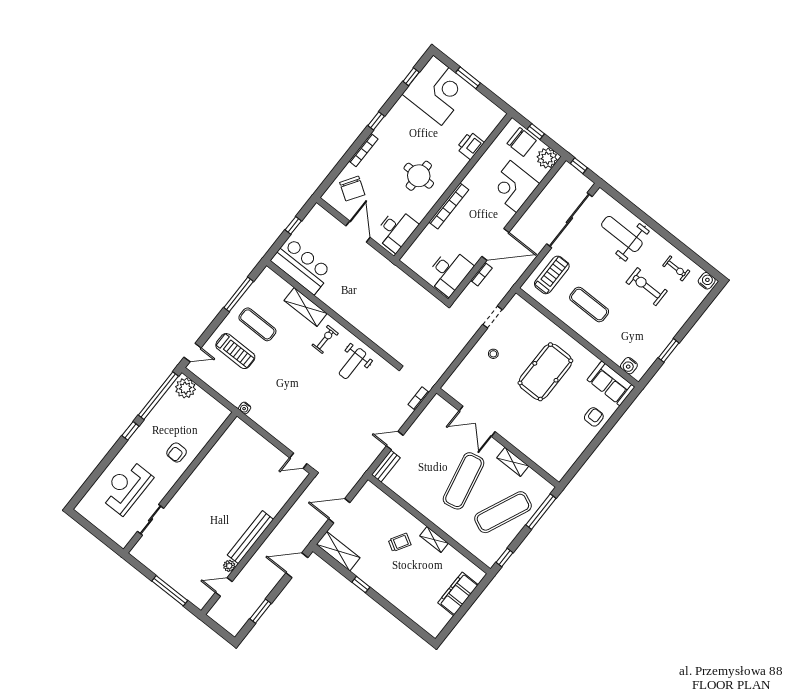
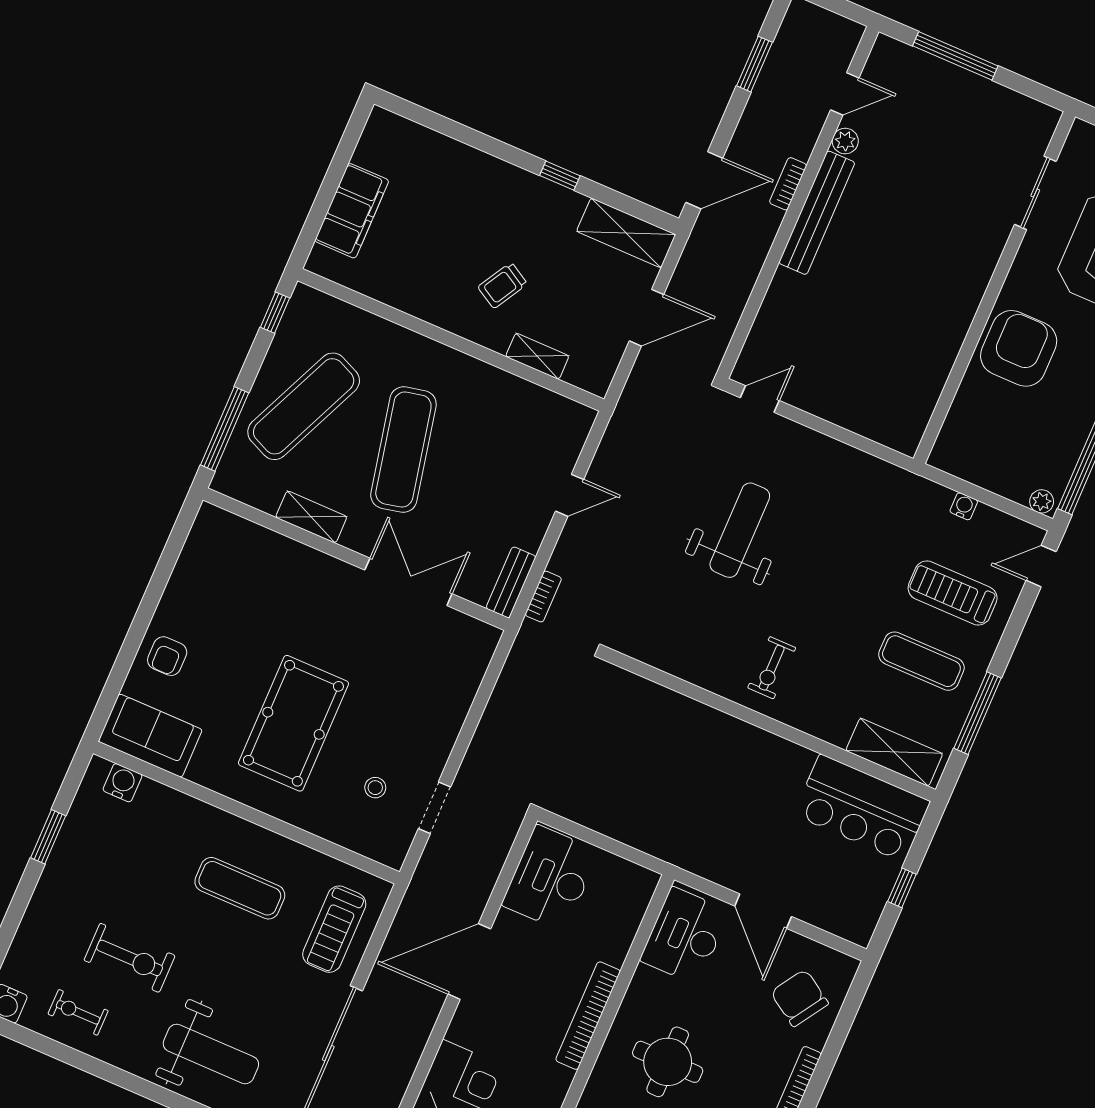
bookcase: (481, 274) -> (788, 184), moved
shelving: (306, 307) -> (894, 752), moved
stool: (493, 354) -> (375, 788), moved
weight bench: (353, 364) -> (740, 530), moved, width x1.36, depth x1.33
plant: (185, 388) -> (1042, 501), width x0.53, depth x0.53
water cooler: (245, 408) -> (964, 506), moved
armchair: (177, 452) -> (1019, 348), width x1.88, depth x1.88
bench: (386, 466) -> (511, 582), moved
shelving: (434, 539) -> (537, 356), moved

